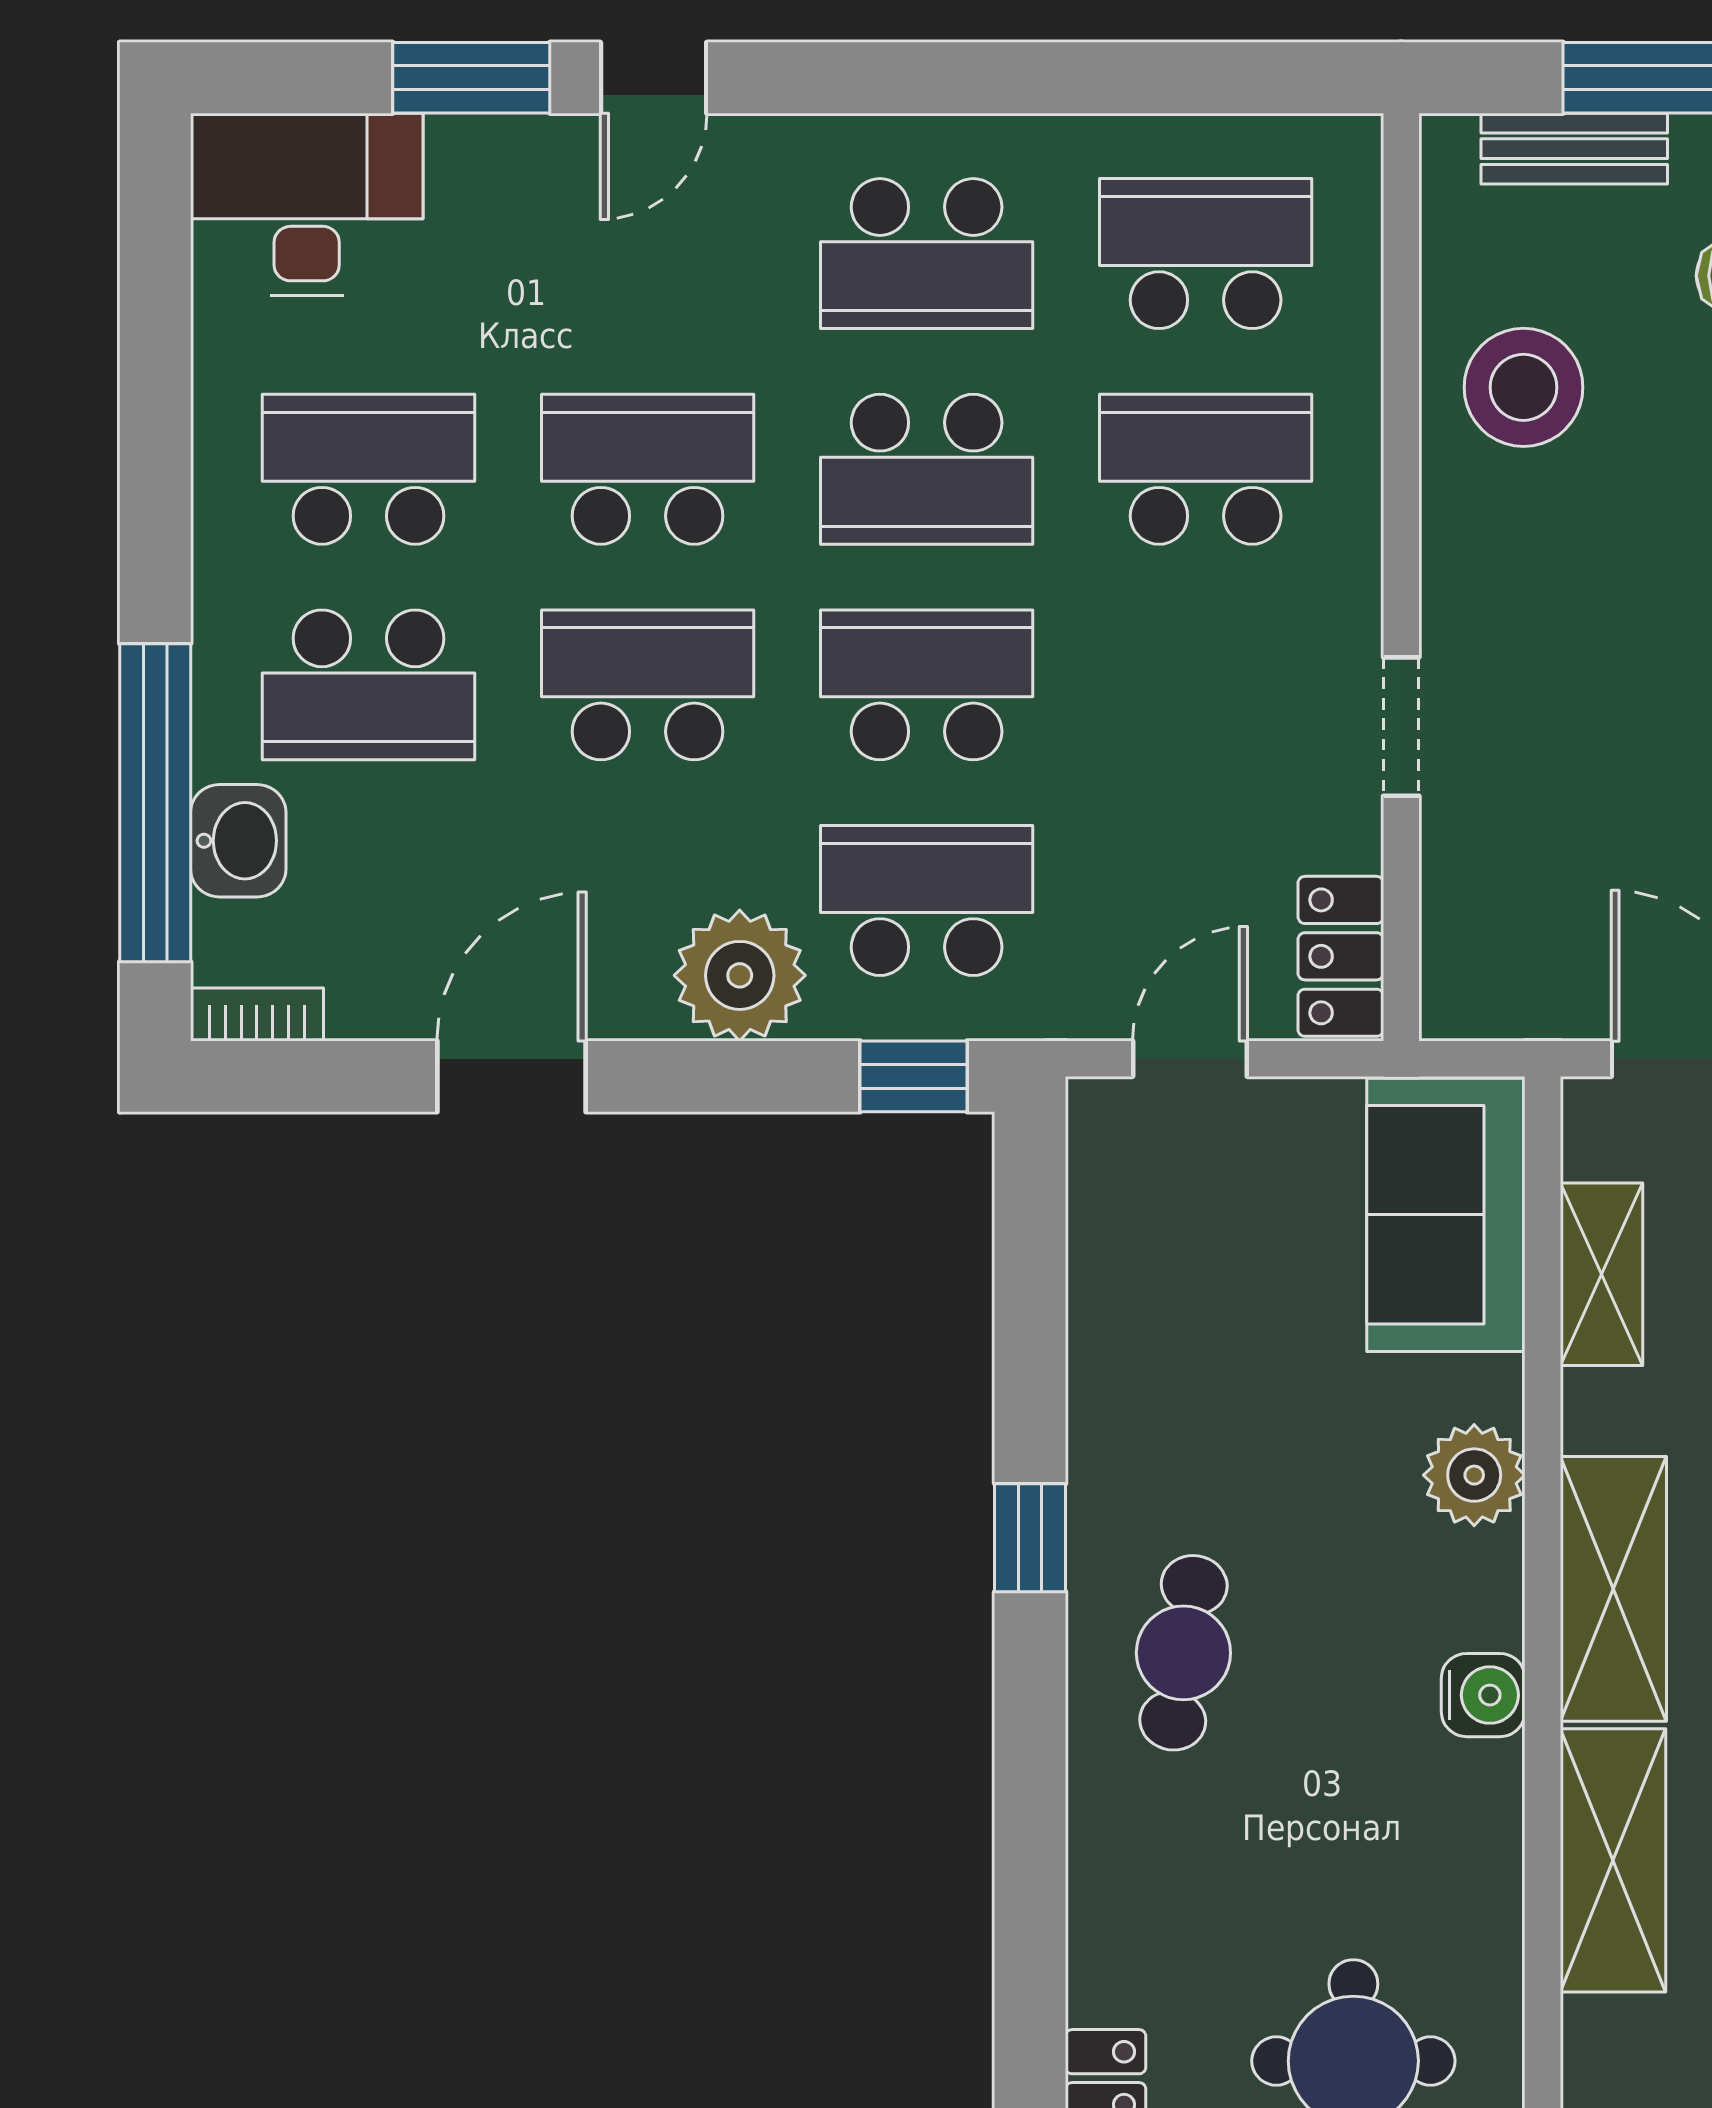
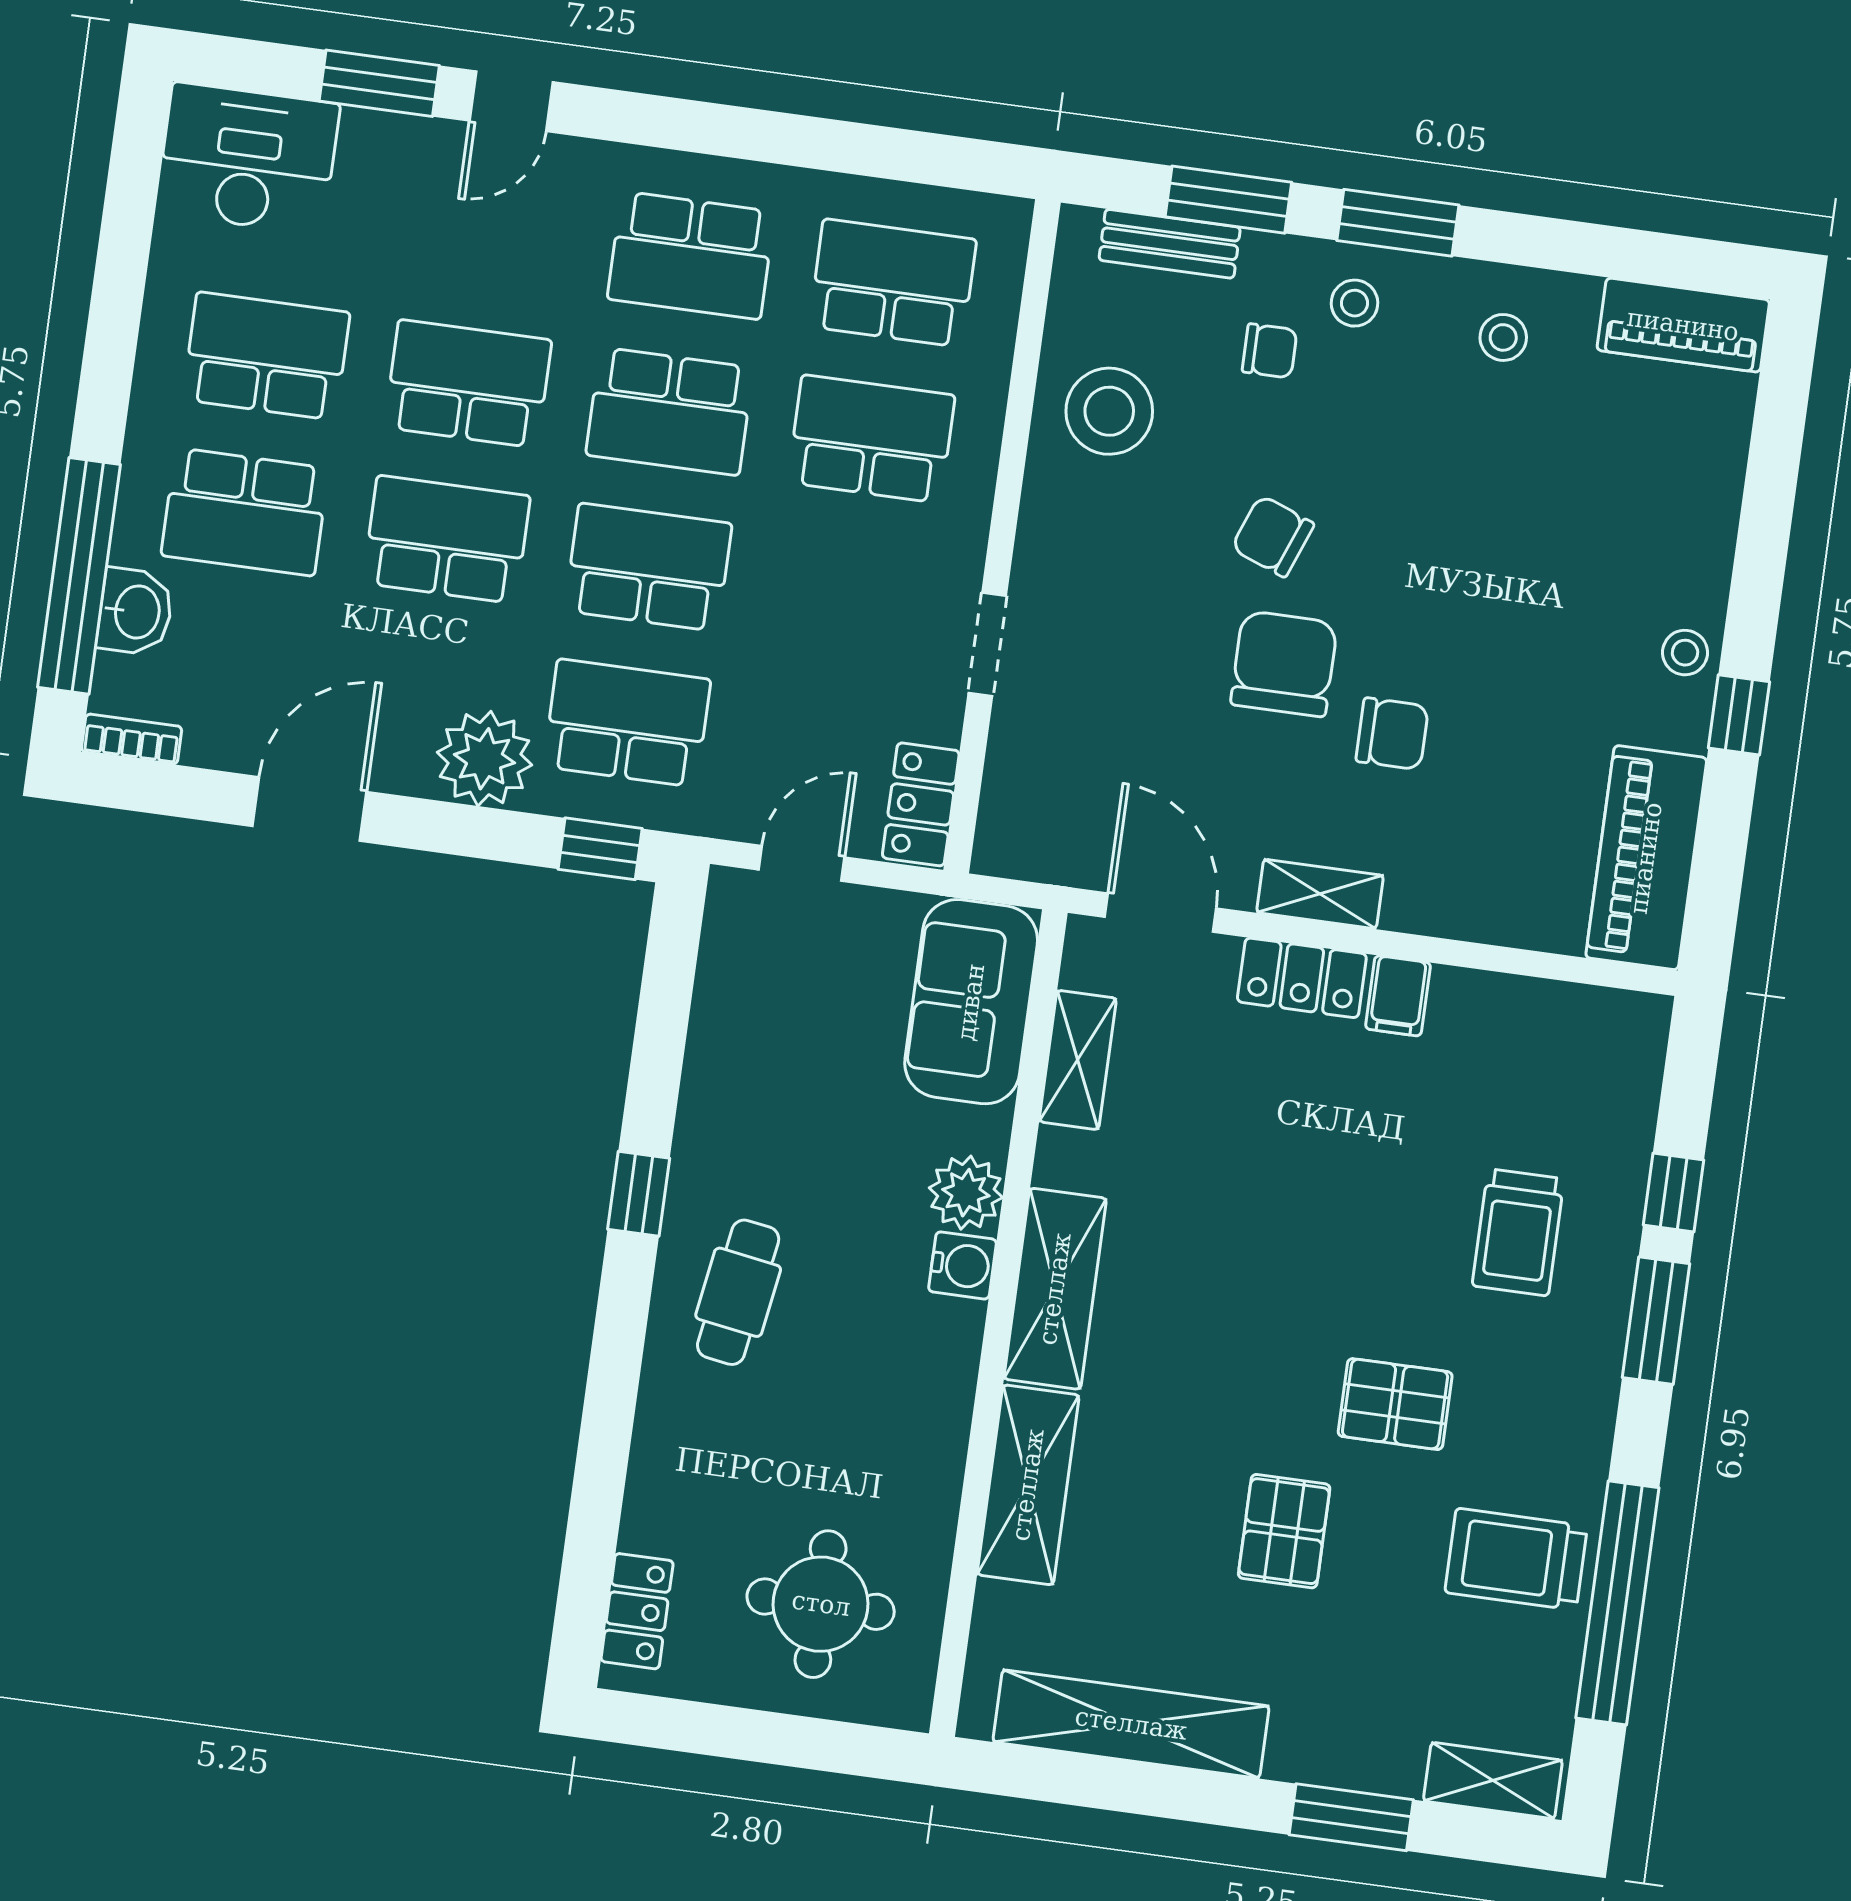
water cooler: (1483, 1695) -> (963, 1265), moved

